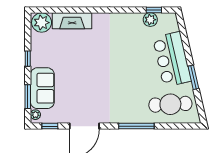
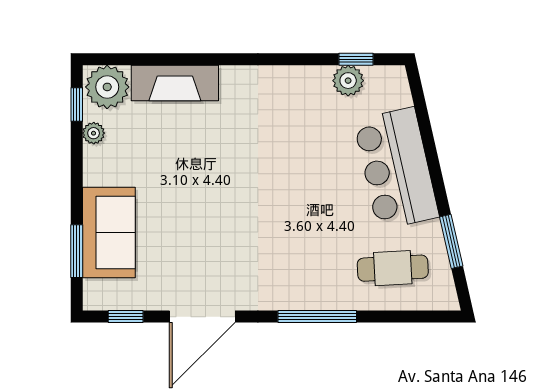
window: (28, 59) -> (77, 104), moved
window: (193, 77) -> (451, 241), moved
cafe table: (170, 104) -> (393, 268), width x0.73, depth x0.74
plant: (35, 115) -> (94, 133), moved

